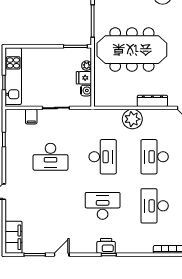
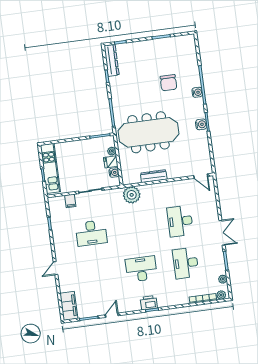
dresser: (152, 101) -> (154, 176), moved
plant: (132, 119) -> (132, 195), moved
desk: (103, 157) -> (136, 227), removed

